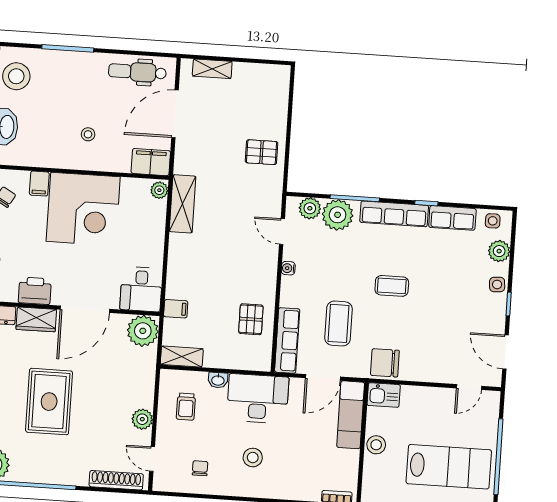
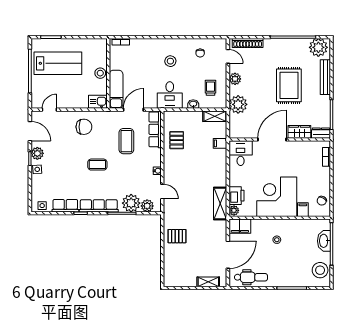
plant: (499, 251) -> (37, 153), moved
printer: (35, 291) -> (237, 196), moved, turned -90
plant: (143, 331) -> (238, 104), moved
chair: (385, 363) -> (84, 127), moved
desk: (258, 399) -> (170, 95), width x0.73
lab bench: (449, 467) -> (58, 63), turned 180

